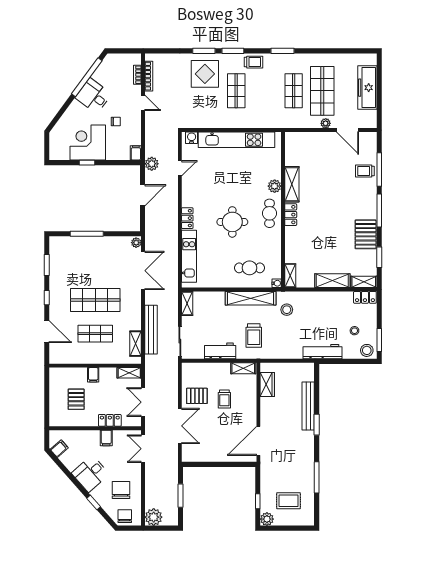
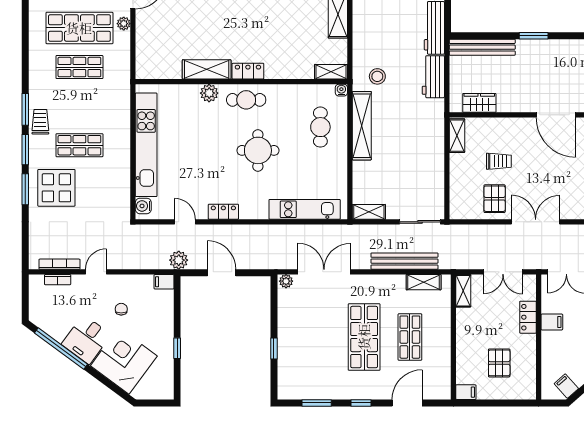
window: (282, 51) -> (25, 109), moved
corner desk: (88, 143) -> (124, 361), moved, turned 126
locker: (187, 218) -> (223, 212), moved
window: (87, 234) -> (274, 349), width x0.46
trolley: (254, 336) -> (413, 121), removed
workbench: (220, 351) -> (433, 77), moved
filing cabinet: (93, 375) -> (466, 392), moved
pallet: (76, 399) -> (499, 363), turned 90
bench: (308, 406) -> (482, 47), moved

